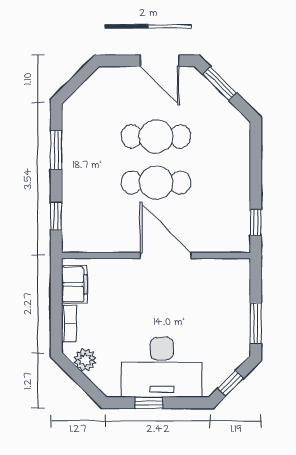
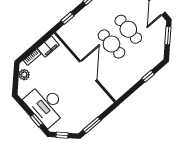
window: (256, 222) -> (148, 76), moved
window: (149, 403) -> (37, 120), moved

